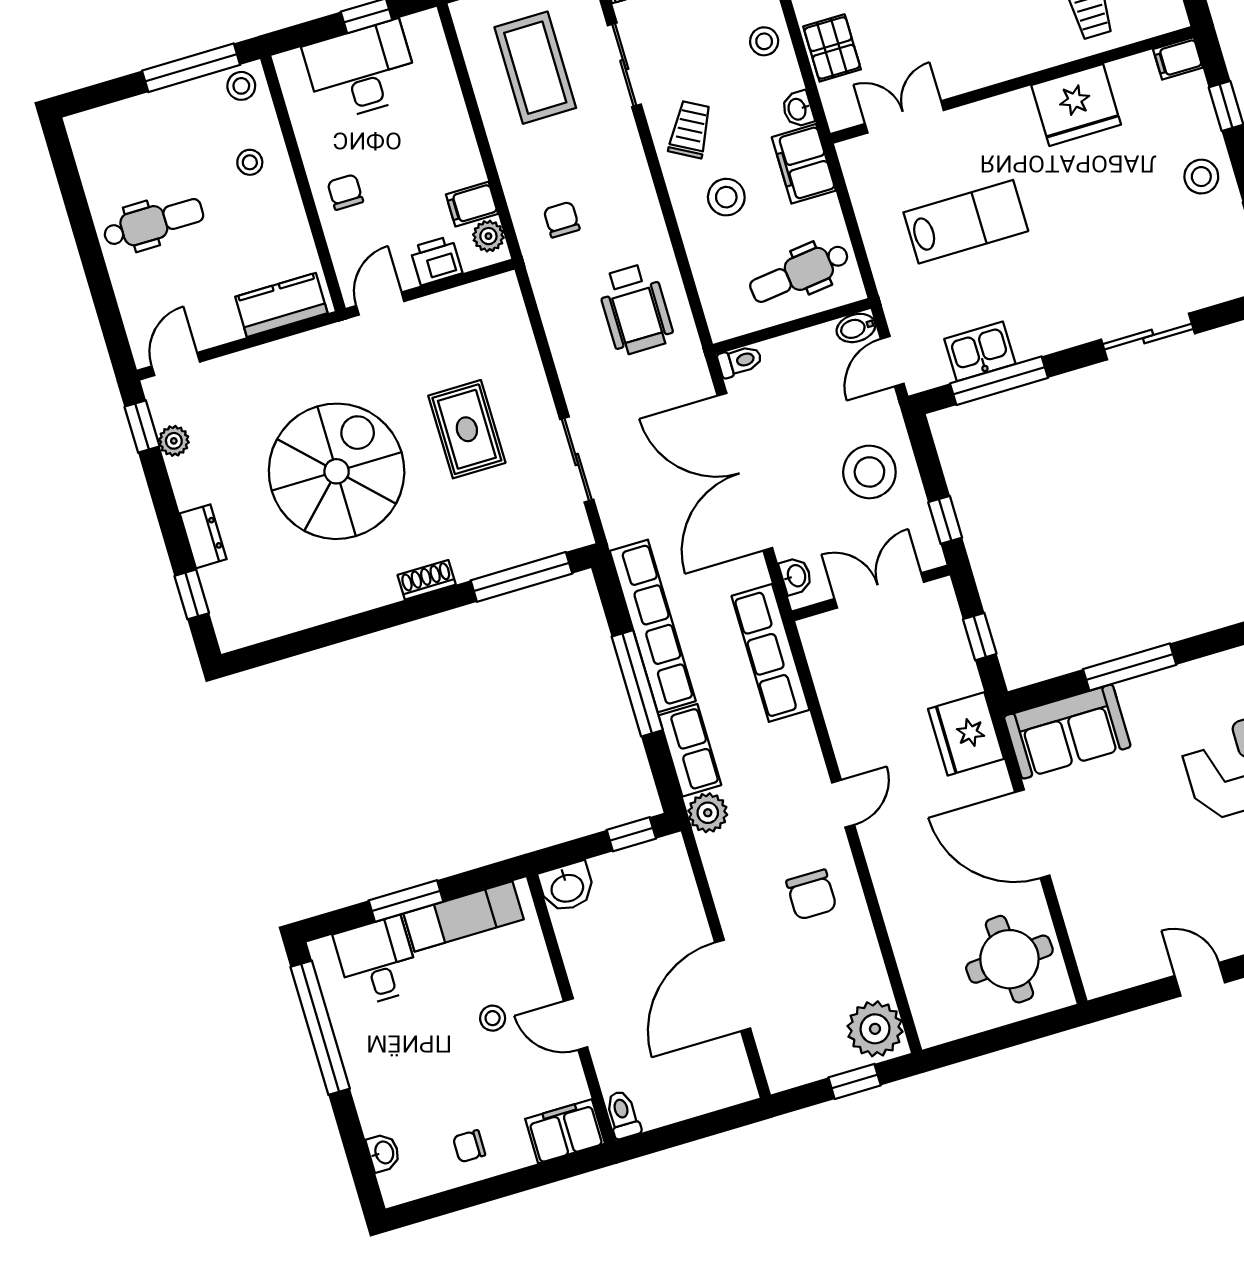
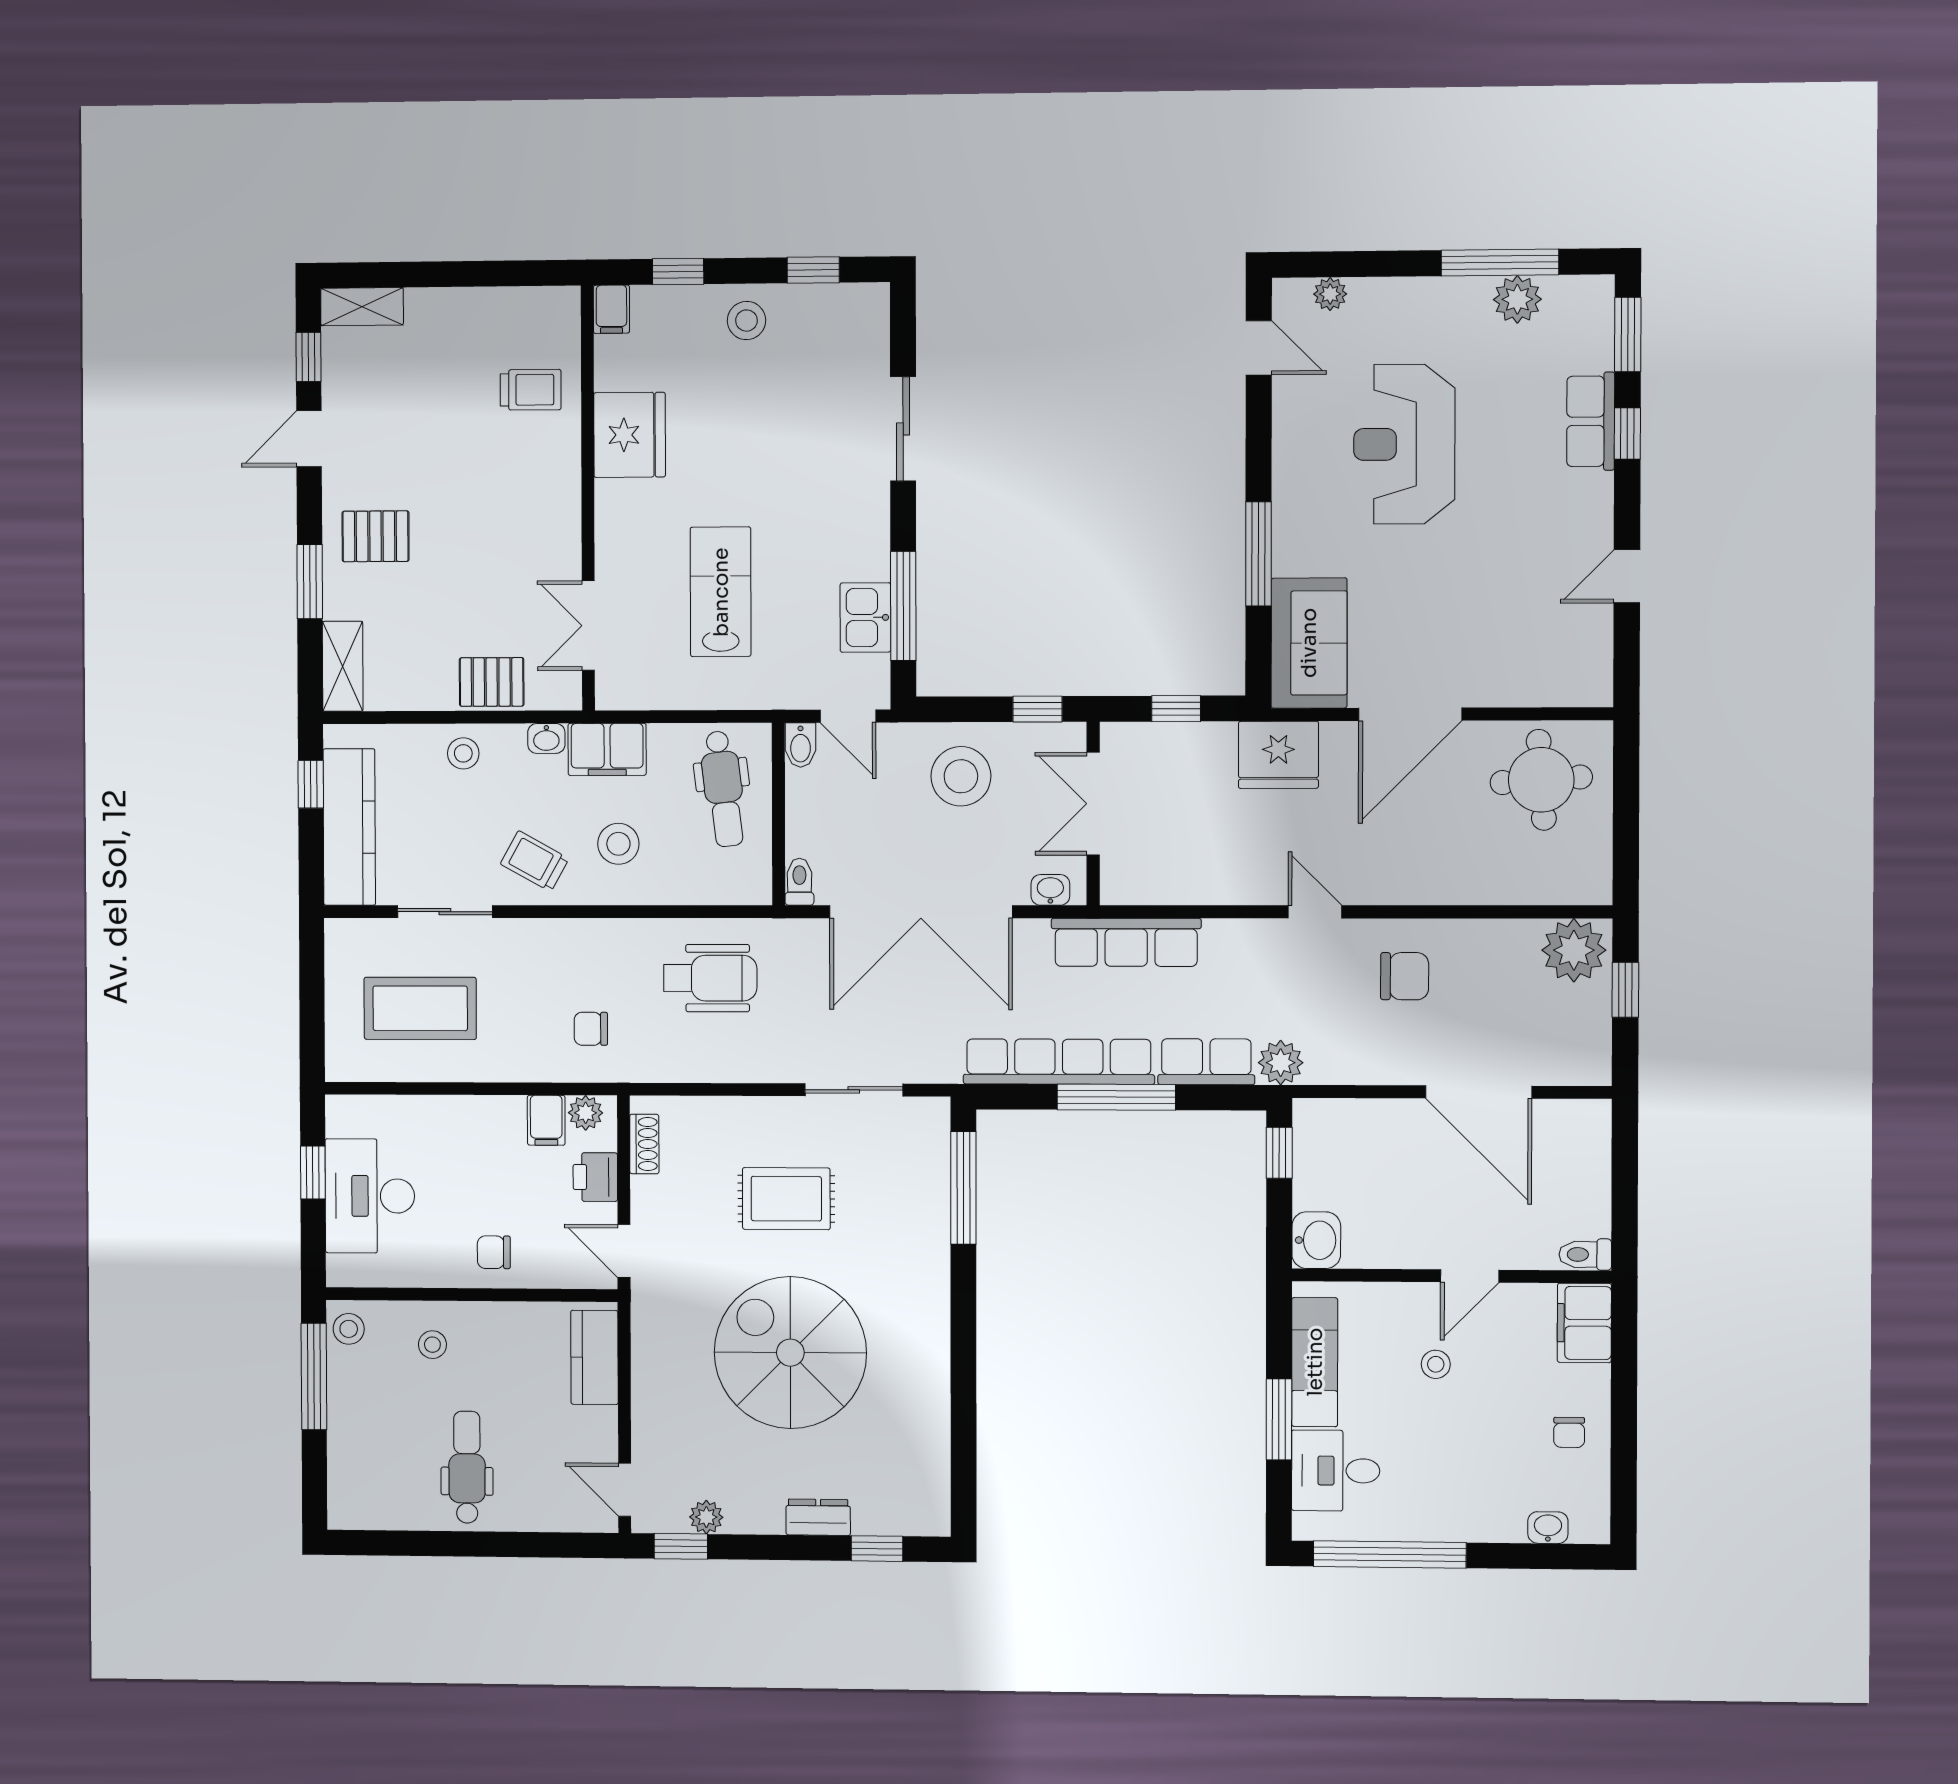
shoe rack: (427, 580) -> (644, 1144), moved, turned 180

